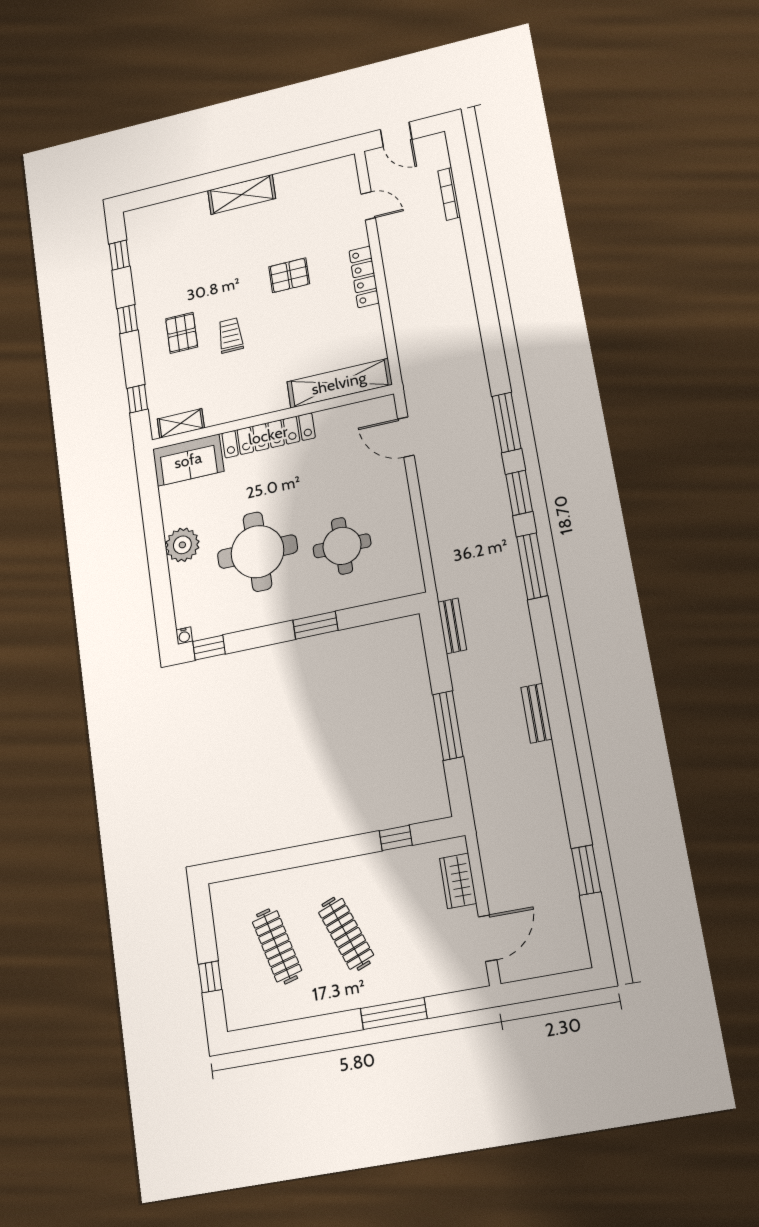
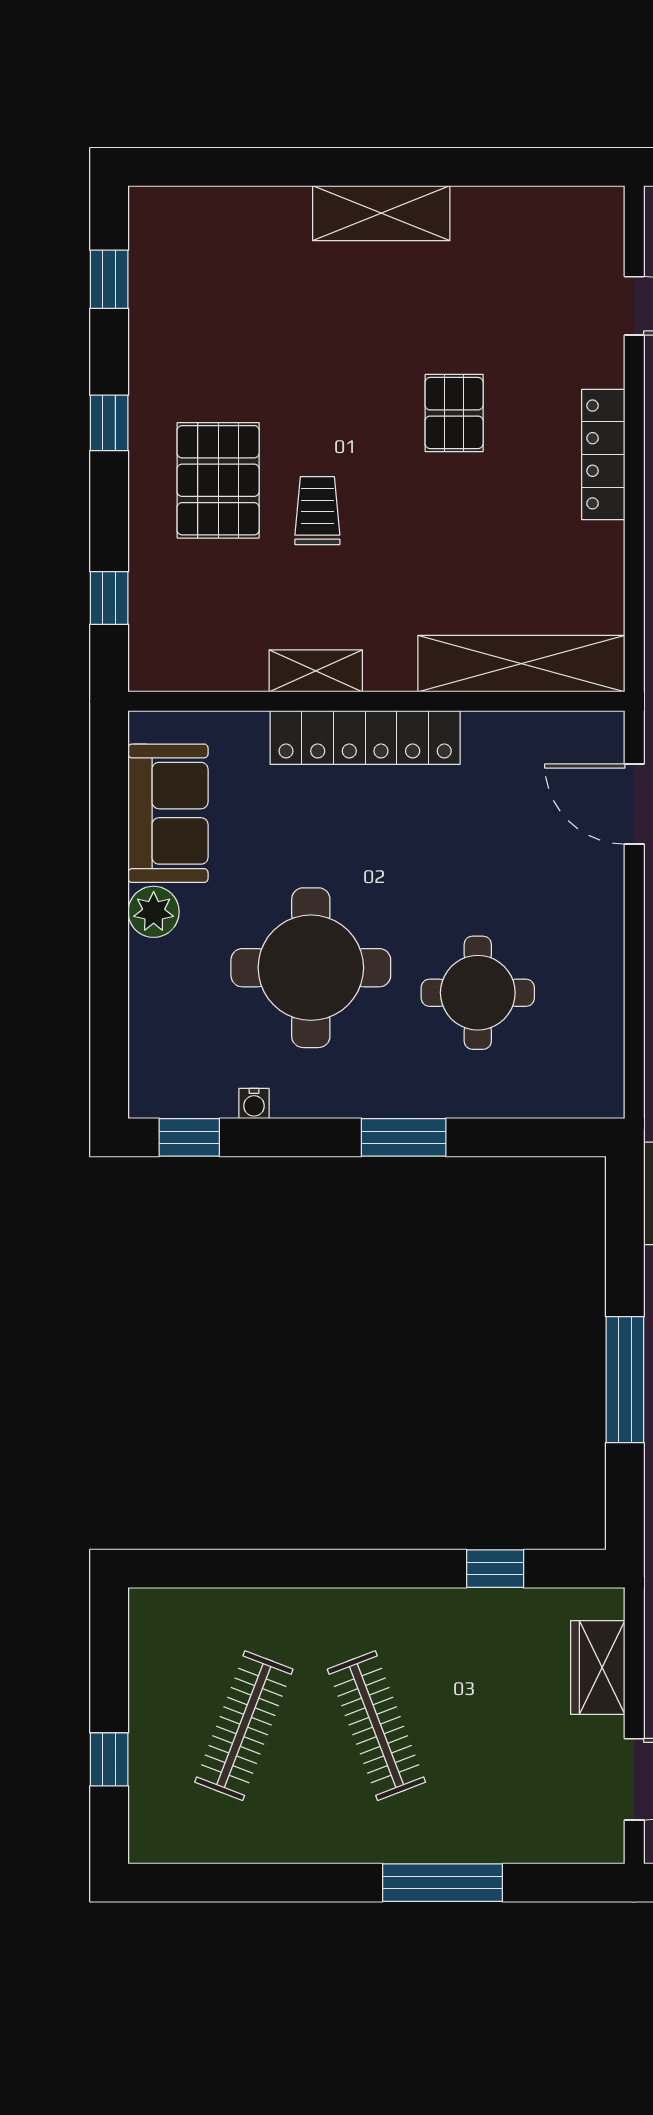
pallet: (289, 275) -> (454, 413), turned 90
pallet: (182, 333) -> (218, 480), width x1.50, depth x1.42
shelving: (181, 423) -> (316, 671), moved
sofa: (188, 460) -> (168, 813), moved, turned -90
plant: (182, 545) -> (154, 912), width x0.73, depth x0.73
water cooler: (184, 636) -> (254, 1103), moved
clothes rail: (277, 946) -> (244, 1726), turned 36

